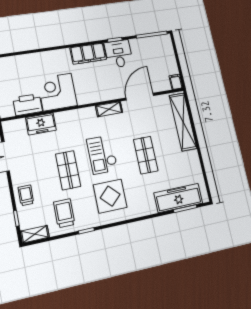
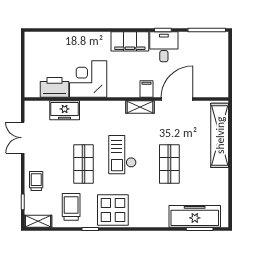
filing cabinet: (176, 82) -> (147, 89), moved
display table: (110, 196) -> (113, 210), moved

